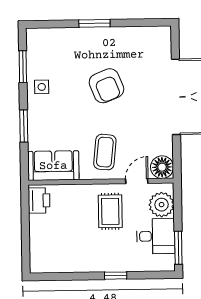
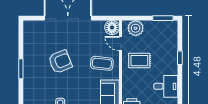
desk: (156, 236) -> (166, 86), moved, turned 90

